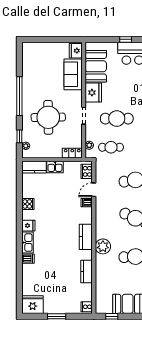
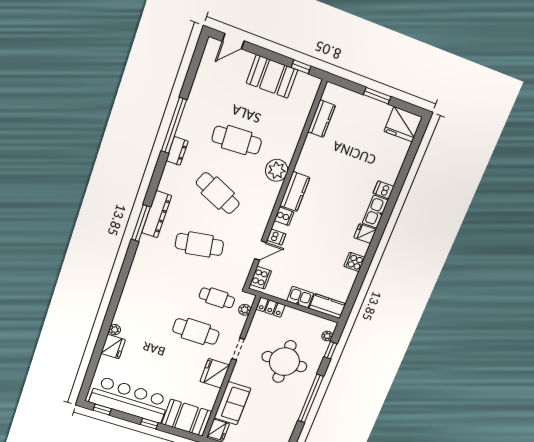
booth: (96, 66) -> (187, 418), moved, turned 90
kitchen counter: (87, 271) -> (322, 119), moved
cooker: (87, 307) -> (284, 216), moved

